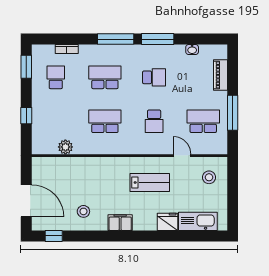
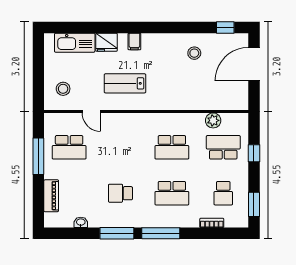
school desk: (154, 121) -> (223, 147), moved, width x1.85
door: (26, 201) -> (254, 64), hinge flipped
filing cabinet: (120, 223) -> (134, 41), moved, width x0.50

